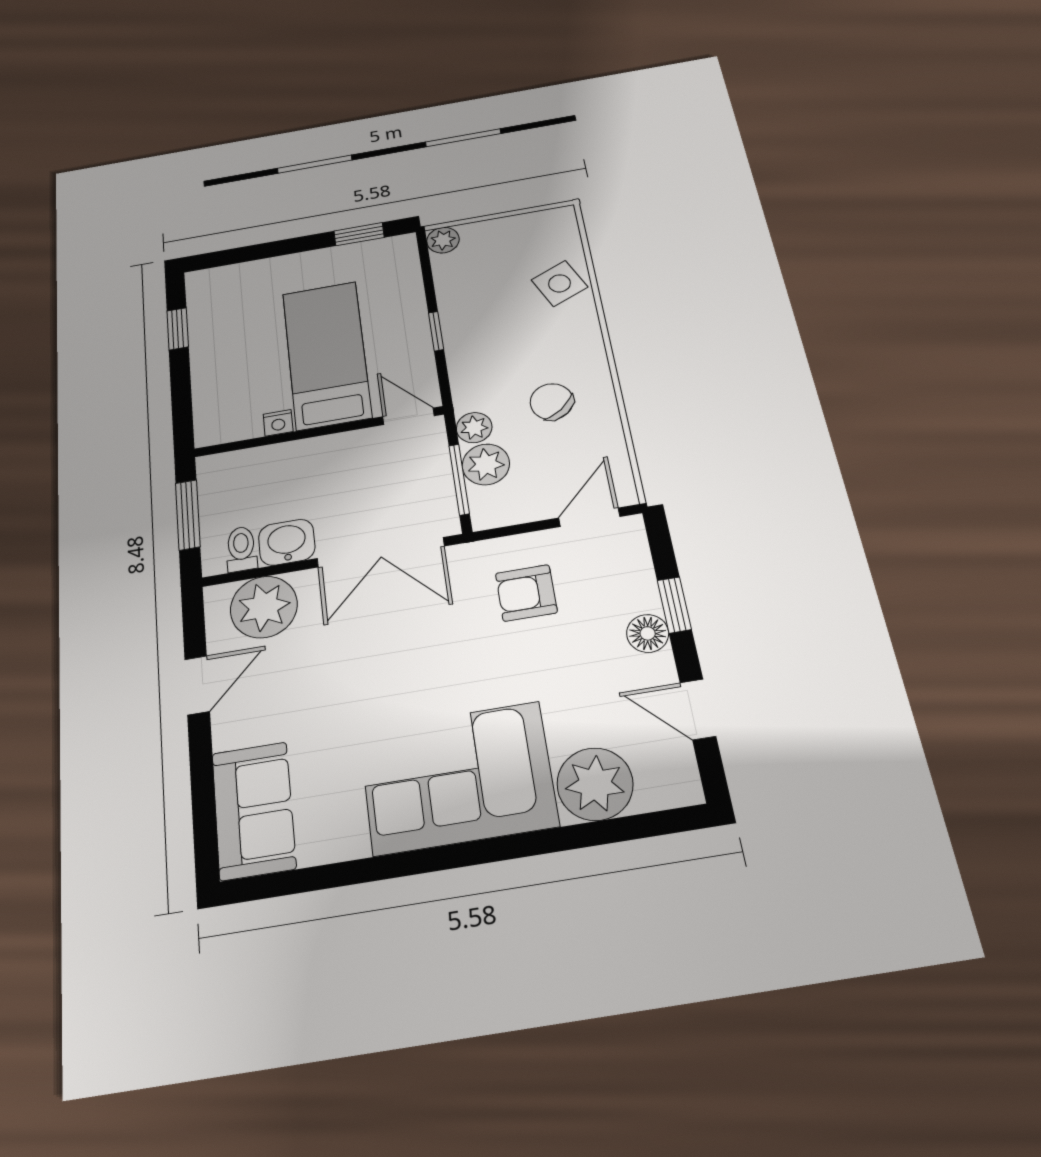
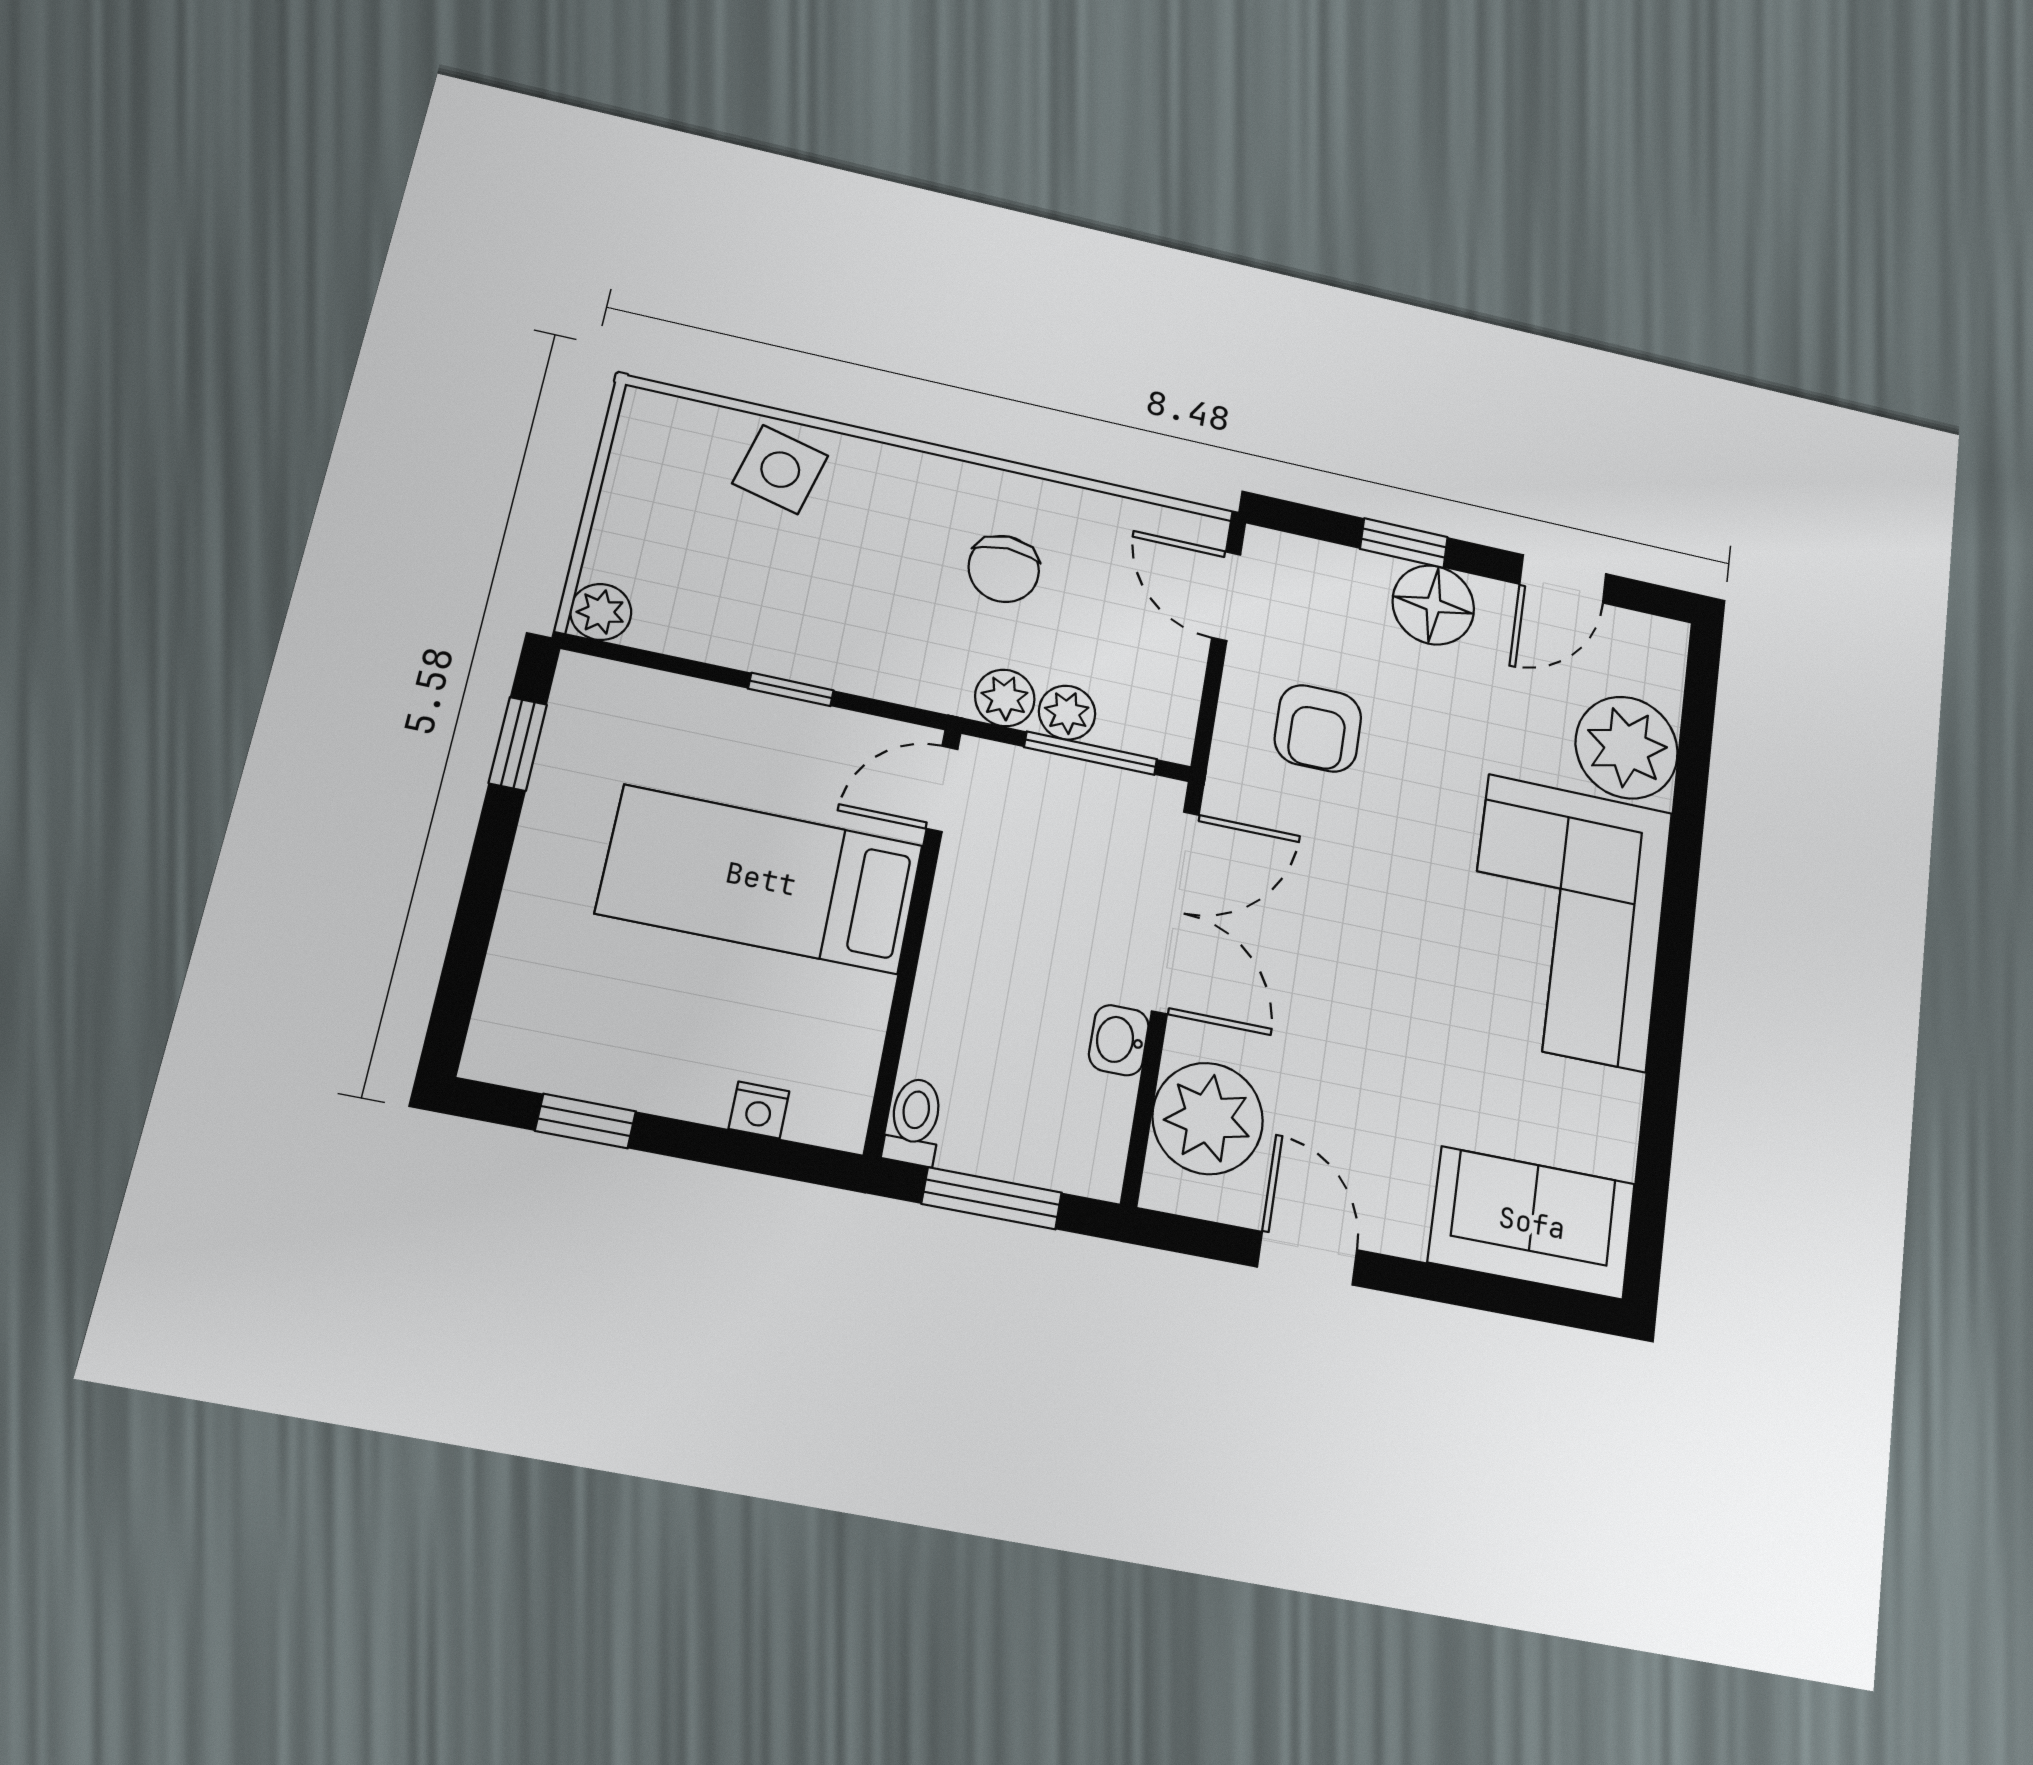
side table: (559, 283) -> (780, 470), turned 38
chair: (552, 402) -> (1004, 569), turned -52
nightstand: (278, 423) -> (759, 1110), moved, turned 90
plant: (486, 464) -> (1067, 713), width x0.73, depth x0.73
washbasin: (287, 542) -> (1119, 1040), width x0.72, depth x0.69
toilet: (241, 549) -> (914, 1121), moved, turned 90
floor lamp: (648, 633) -> (1433, 605), width x1.38, depth x1.38

